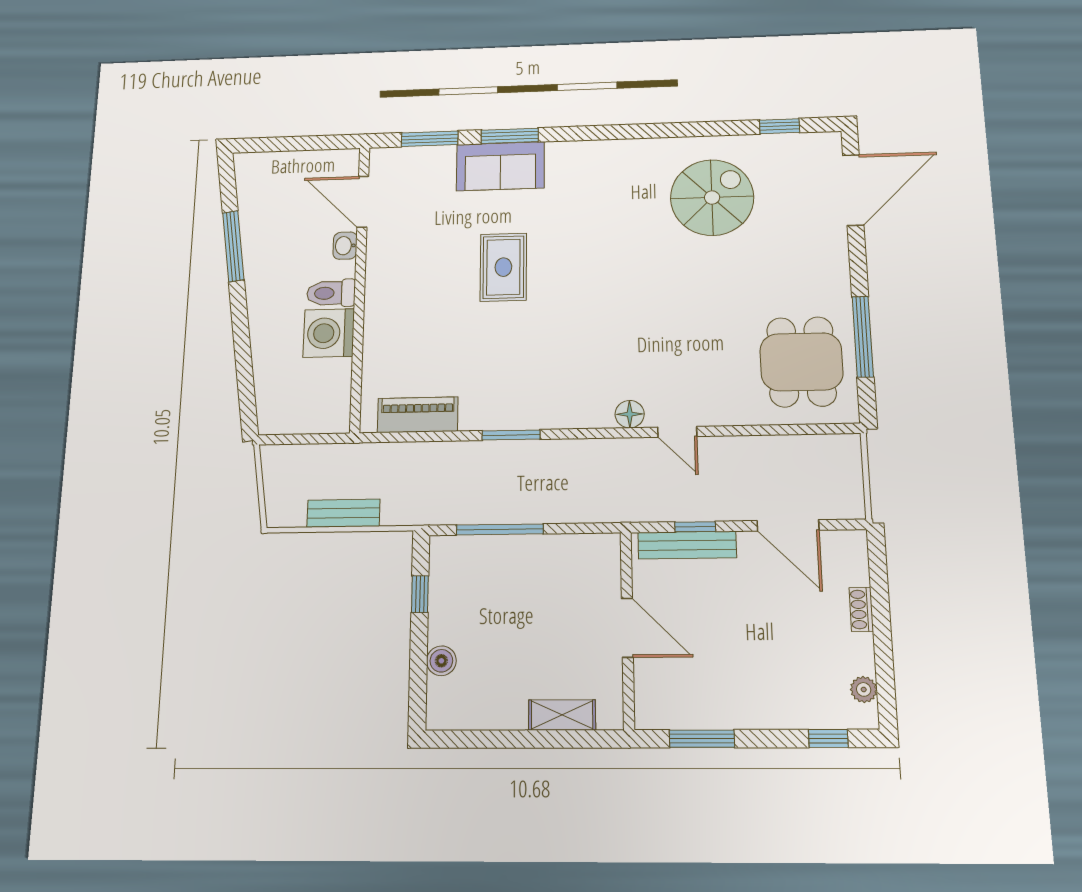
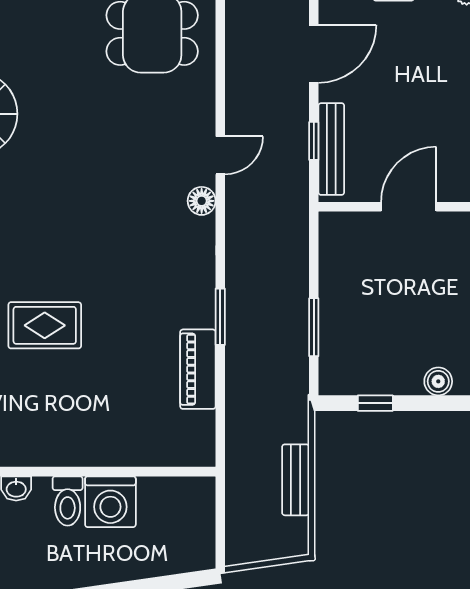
piano: (418, 415) -> (198, 369), moved
window: (500, 529) -> (314, 327), width x0.69

